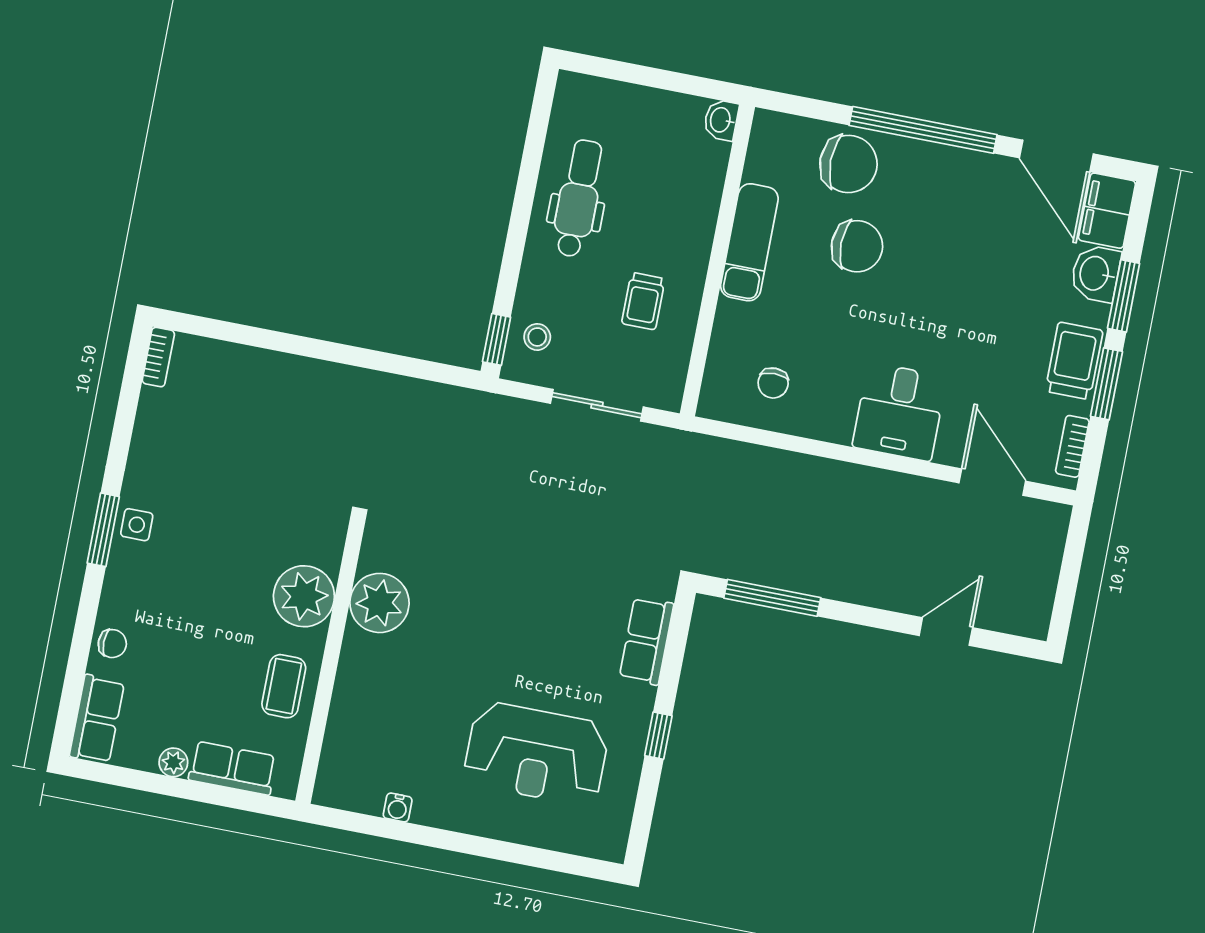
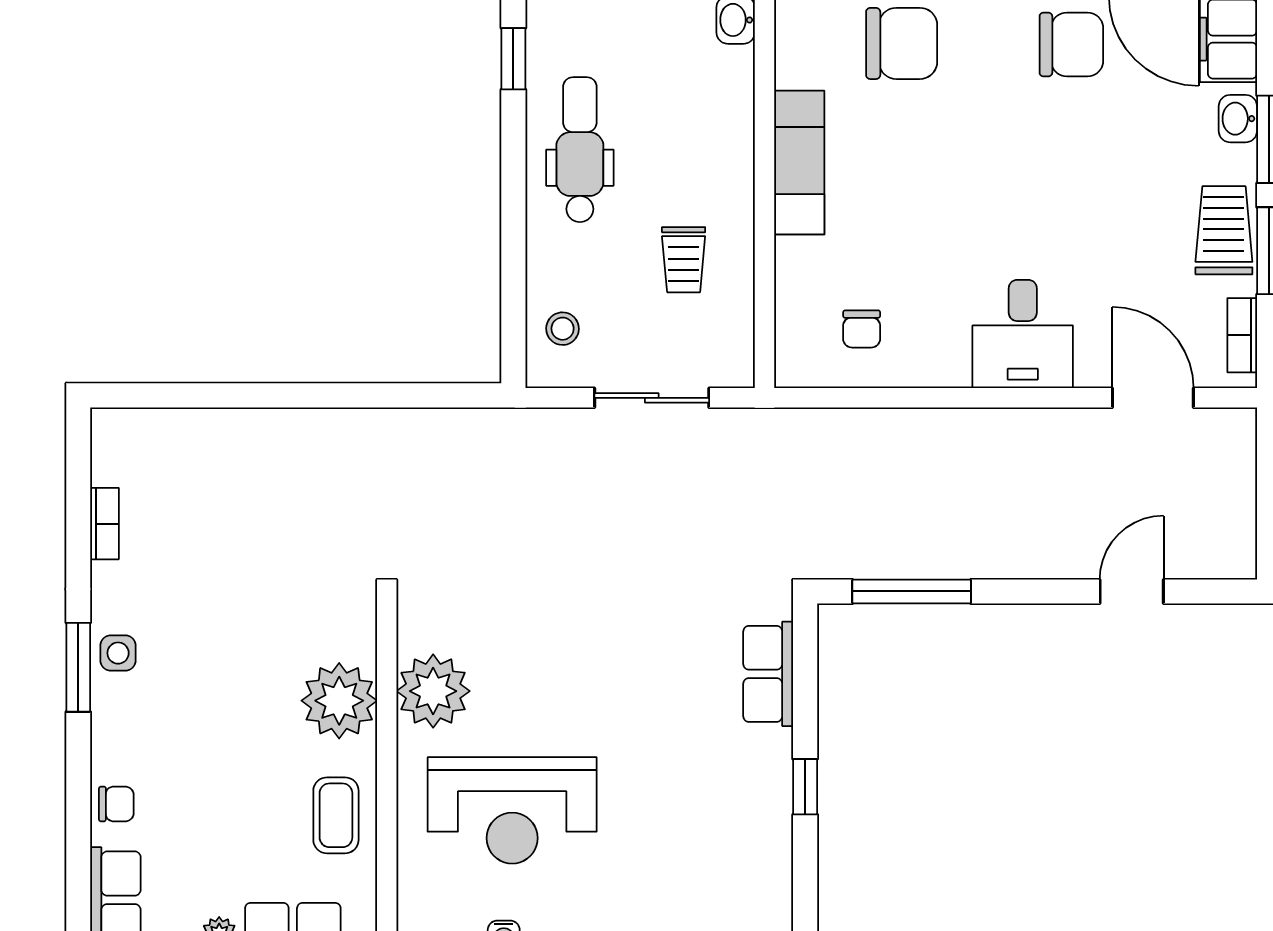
chair: (857, 246) -> (1071, 44), moved
washbasin: (1095, 274) -> (1238, 119), width x0.72, depth x0.69
window: (497, 339) -> (513, 59), moved
bookcase: (158, 357) -> (105, 524), moved
reception desk: (536, 754) -> (512, 810), moved

